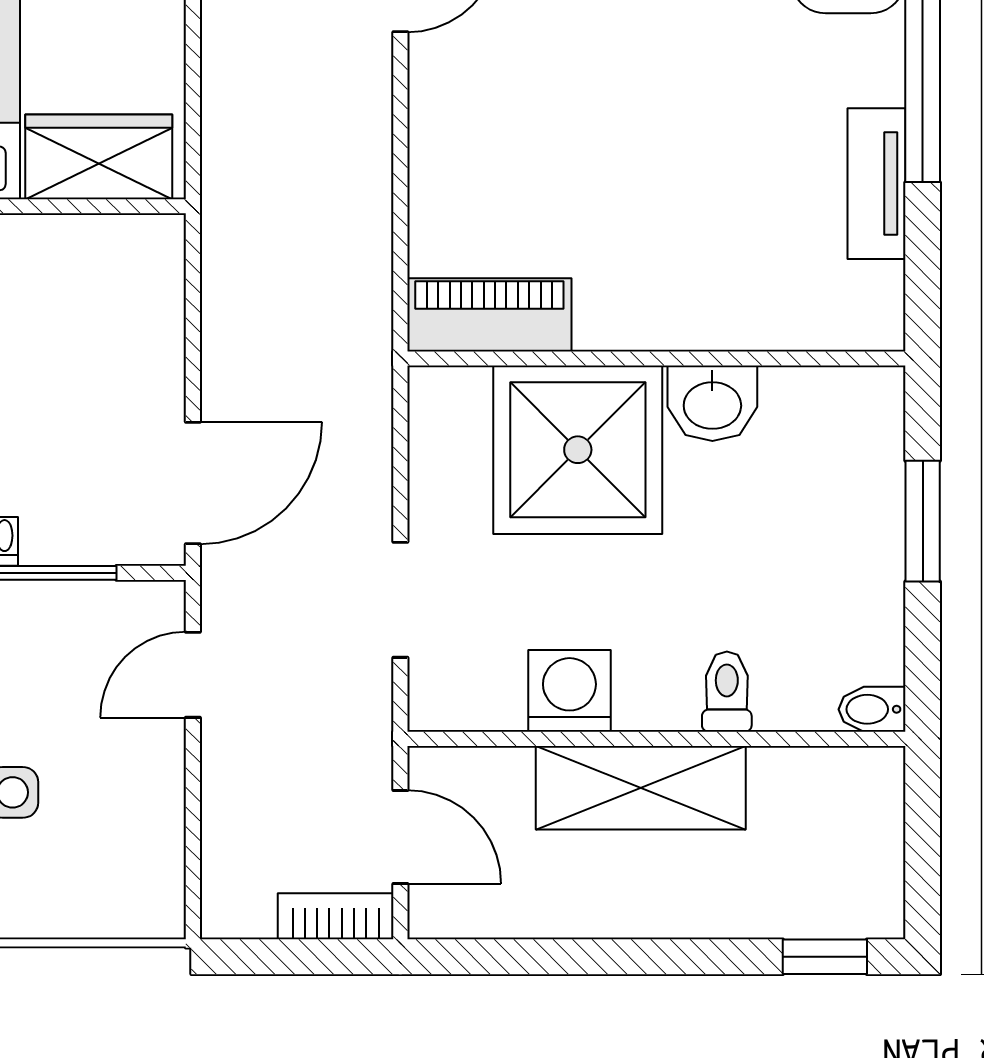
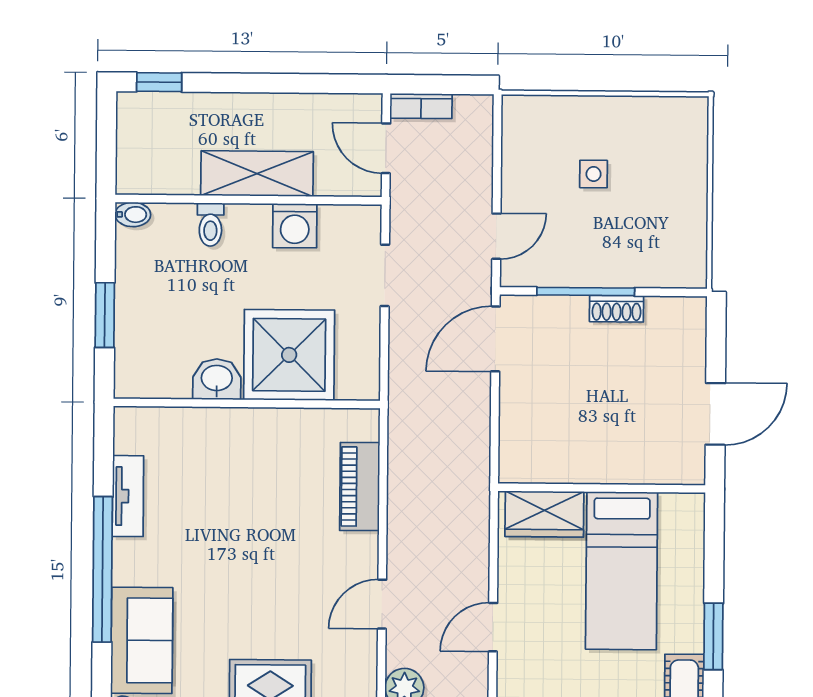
piano: (489, 315) -> (360, 487), moved, turned 90

